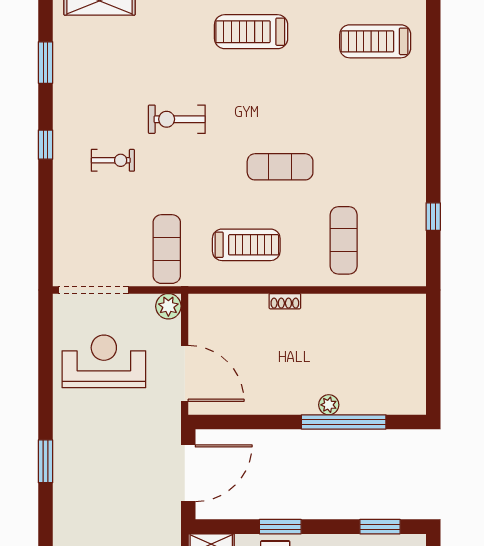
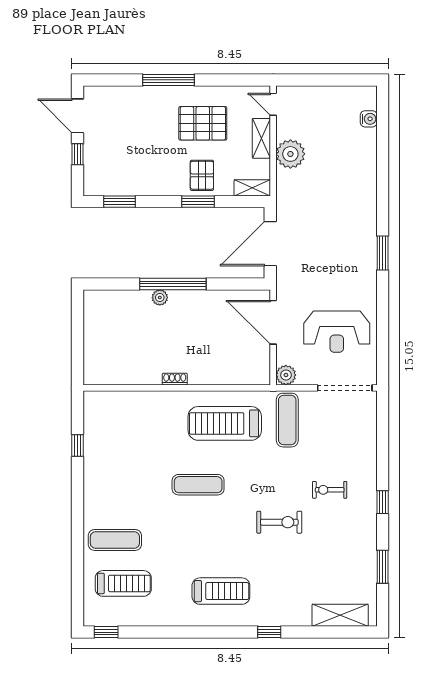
exercise mat: (344, 240) -> (115, 540), moved, turned 90
treadmill: (246, 245) -> (225, 423), width x1.37, depth x1.38
shoe rack: (285, 301) -> (175, 379), moved
window: (344, 422) -> (173, 284), moved

